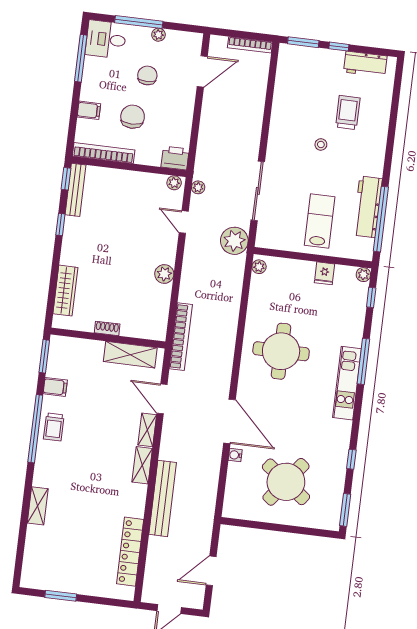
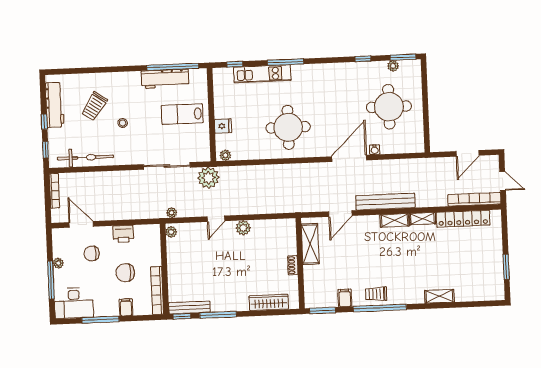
desk: (106, 39) -> (74, 303), width x1.37
window: (303, 42) -> (45, 150), width x0.67
window: (81, 58) -> (101, 320), moved
workbench: (365, 64) -> (55, 105), width x1.37
chair: (147, 75) -> (92, 253), moved
bicycle: (285, 91) -> (85, 157), added
trolley: (348, 113) -> (94, 106), turned -56
printer: (175, 158) -> (123, 234), moved, turned -90
door: (184, 222) -> (216, 219), moved
window: (60, 225) -> (218, 315), width x2.17
fridge: (324, 273) -> (223, 126), moved
plant: (363, 275) -> (393, 66), moved
bookcase: (181, 337) -> (474, 199), moved
kitchen unit: (347, 383) -> (262, 74), moved
trolley: (54, 427) -> (376, 294), turned 180
shelving: (147, 430) -> (423, 219), moved
round table: (286, 482) -> (389, 107), turned -37
bench: (163, 498) -> (385, 202), moved
door: (211, 571) -> (468, 153), hinge flipped

